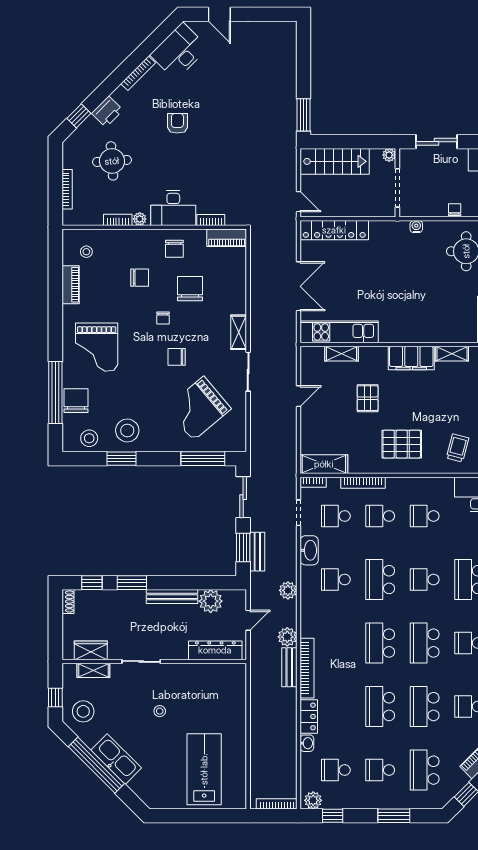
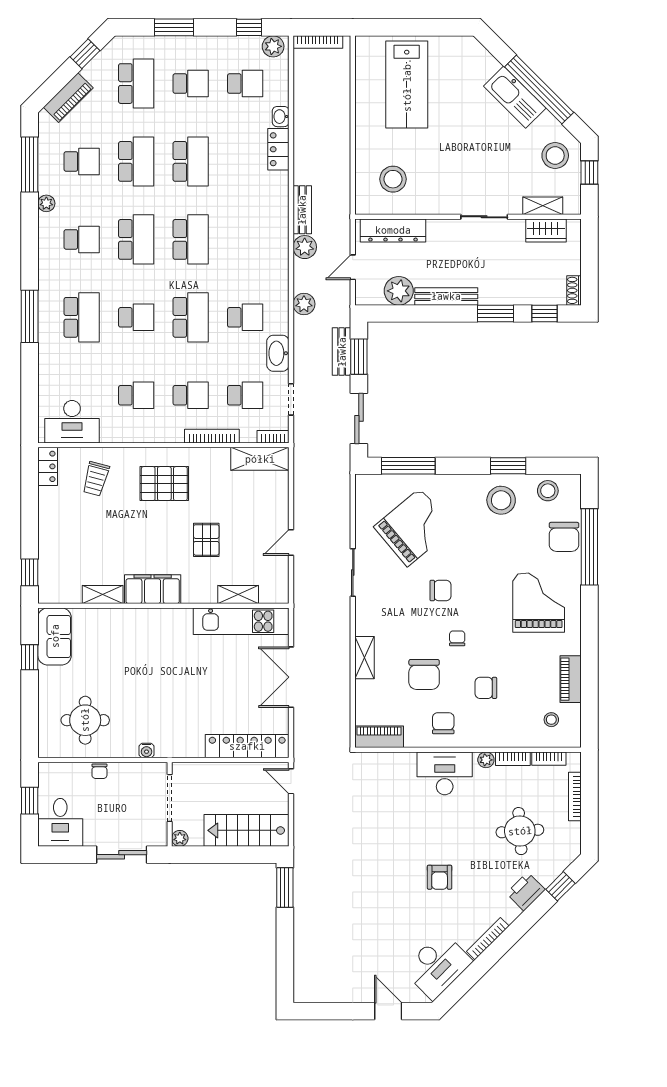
bookcase: (211, 220) -> (549, 759), moved
shelving: (239, 332) -> (364, 658), moved
bookcase: (307, 668) -> (281, 209), removed
stool: (160, 711) -> (393, 179), moved, width x1.89, depth x1.89

